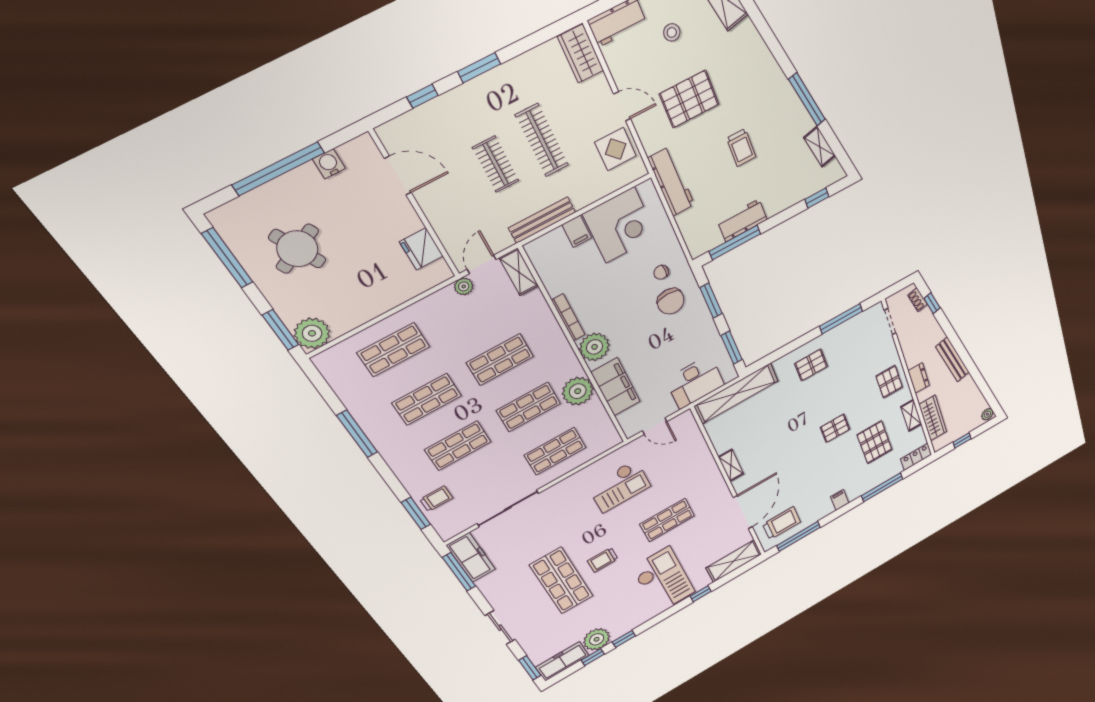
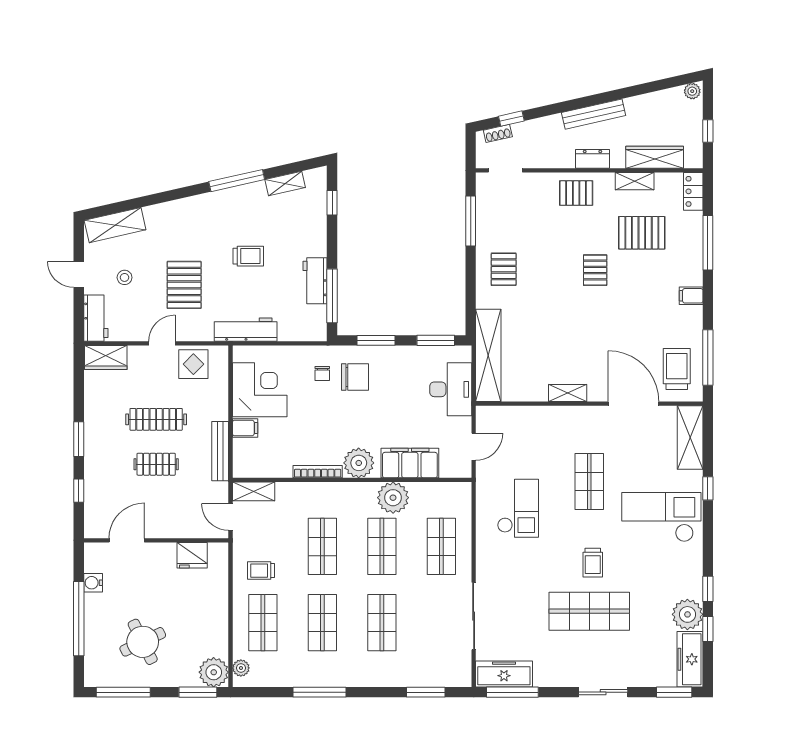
plant: (464, 286) -> (241, 668), moved
trolley: (436, 499) -> (261, 571), moved, turned -90

